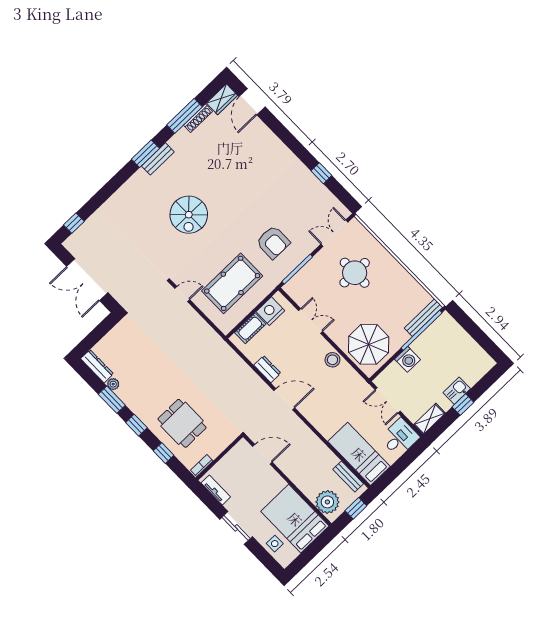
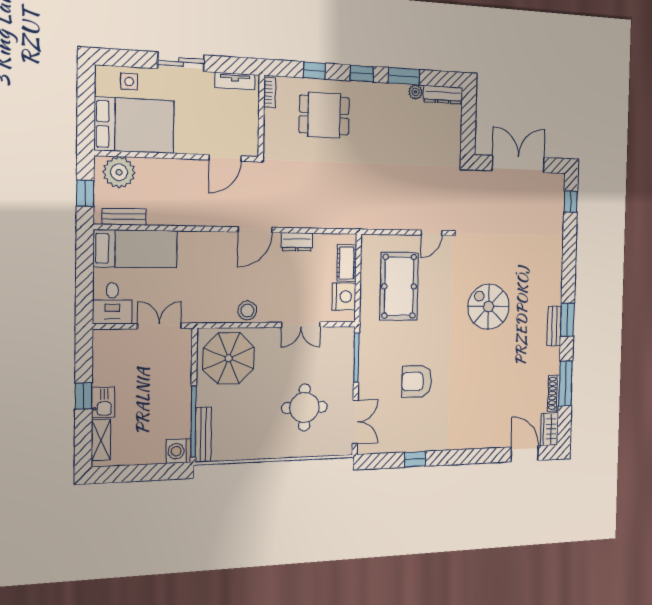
armchair: (273, 242) -> (417, 381), moved
washing machine: (407, 359) -> (179, 451), moved
shelving: (430, 419) -> (101, 440), moved

